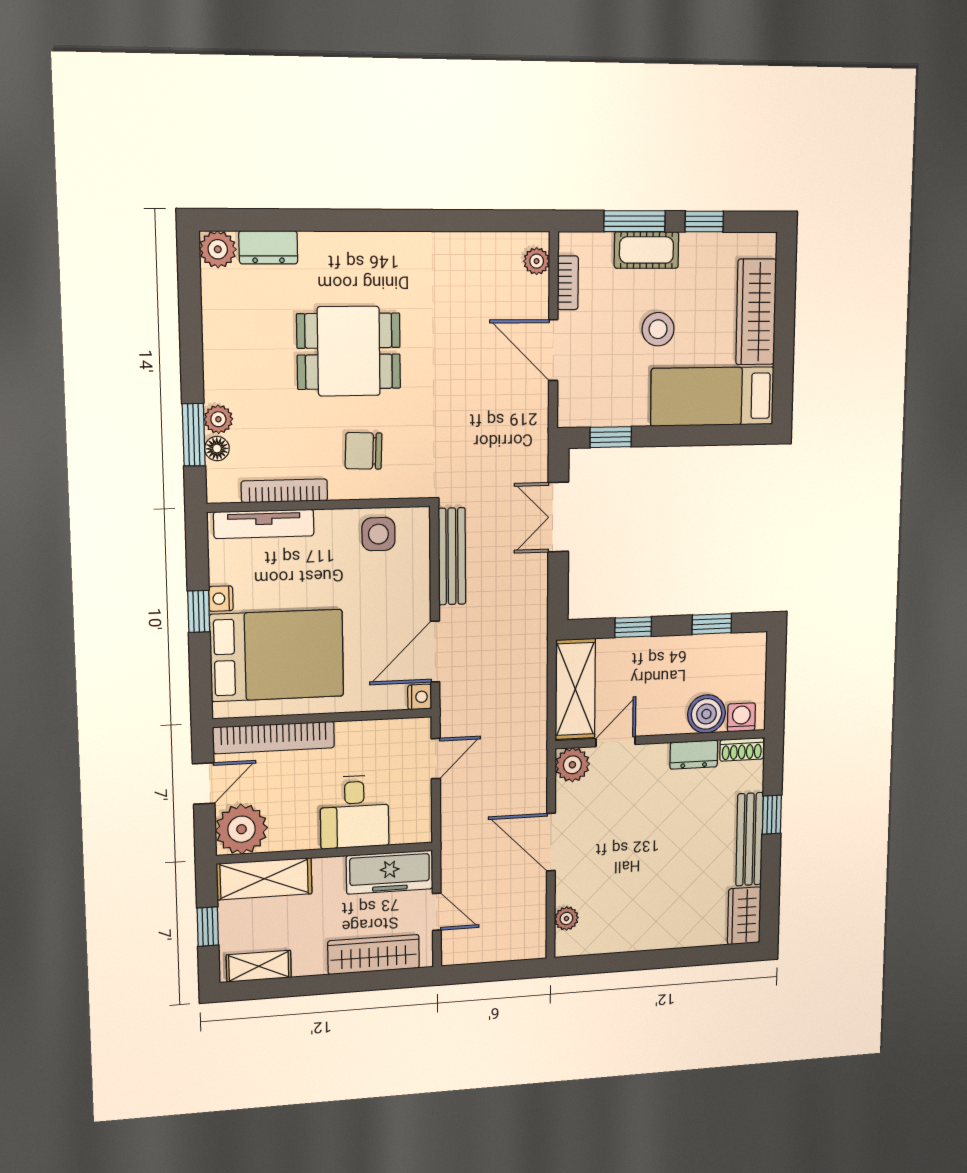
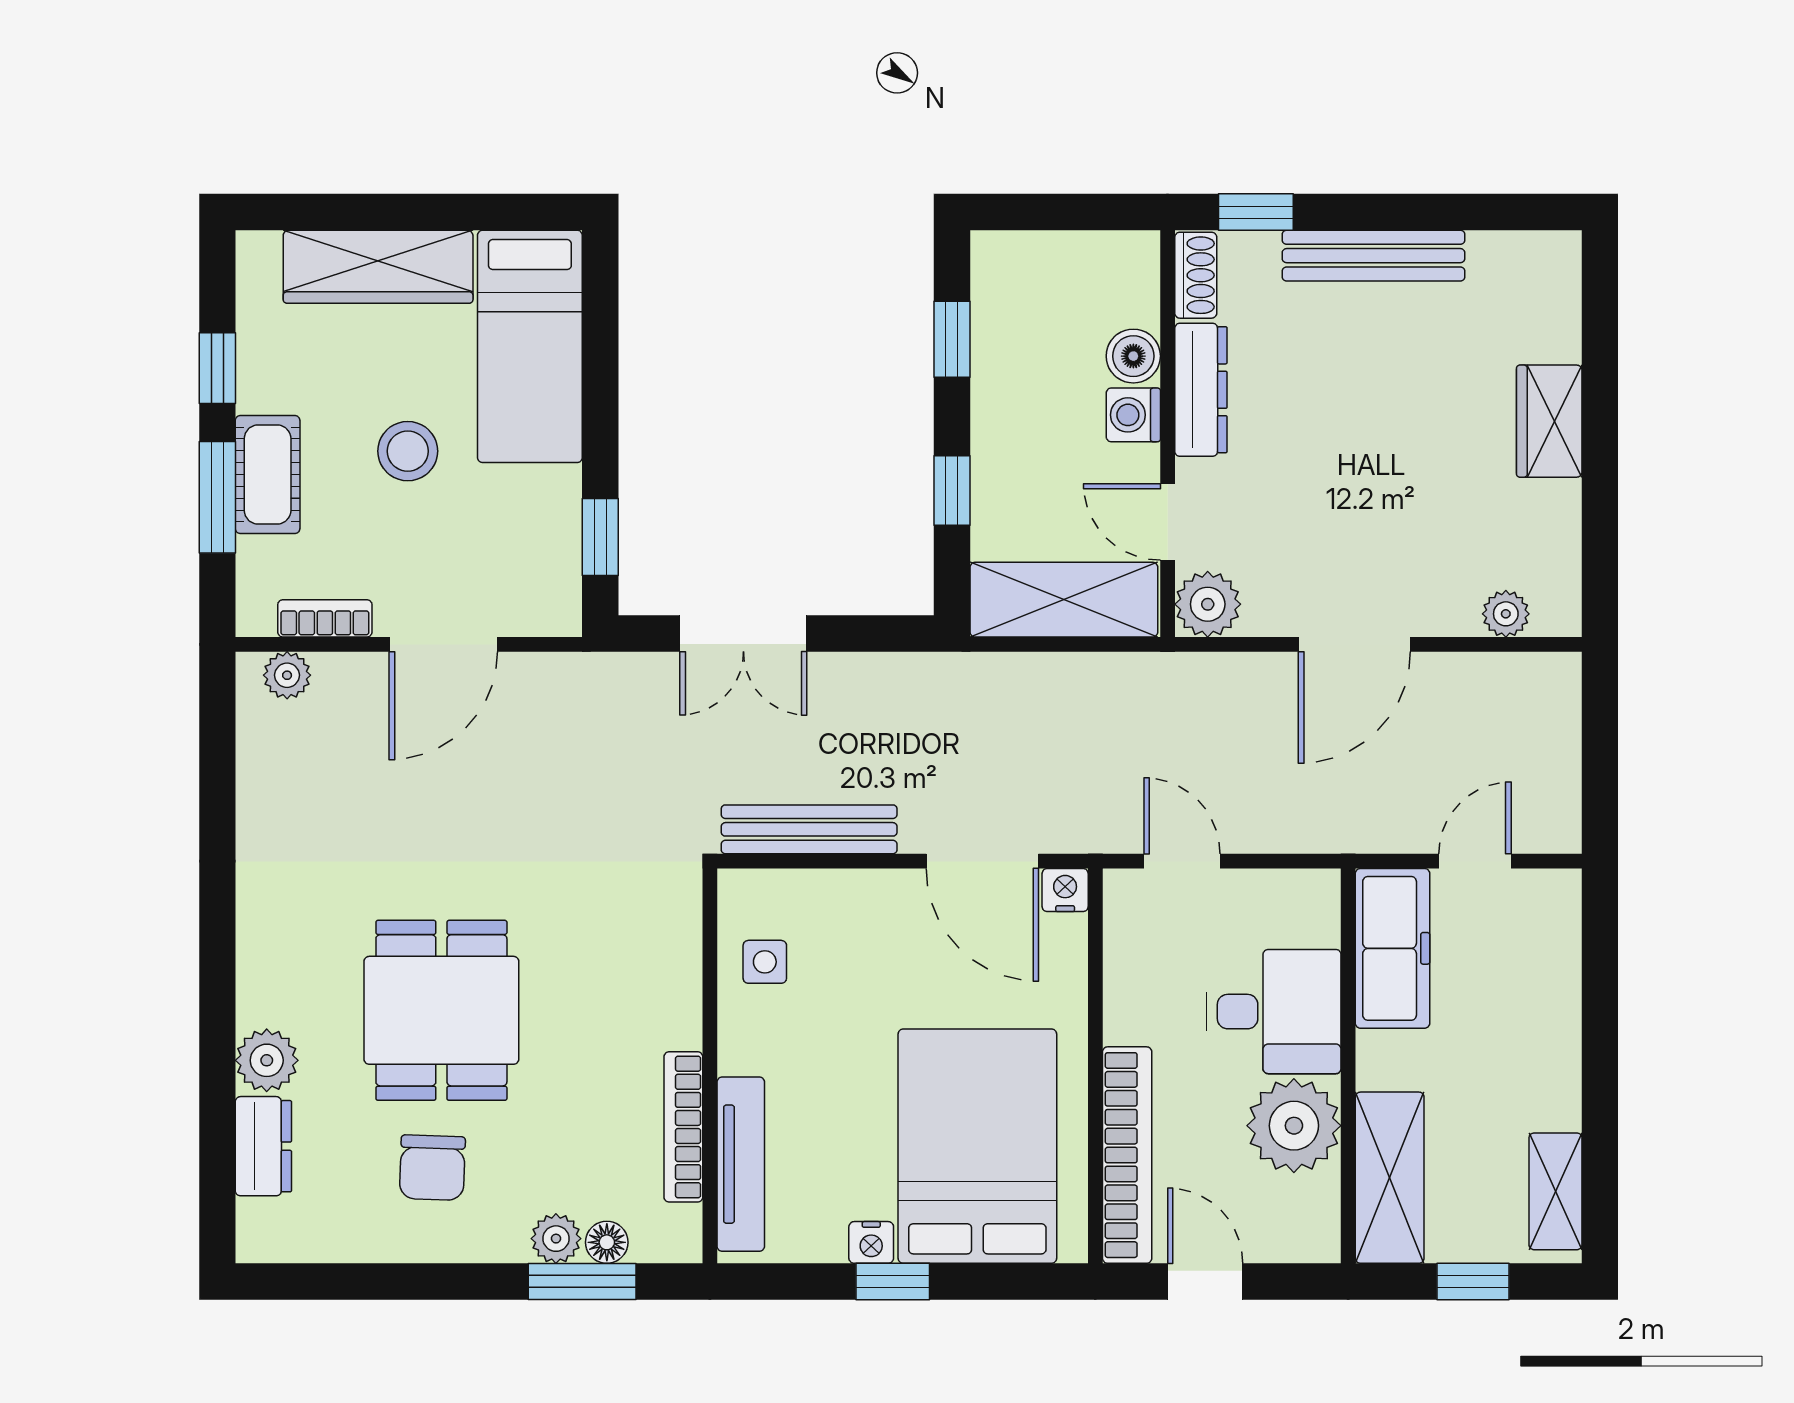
plant: (218, 249) -> (267, 1060), moved
chair: (364, 451) -> (432, 1168), moved
side table: (378, 534) -> (765, 962), width x0.73, depth x0.73
boiler: (706, 714) -> (1133, 356), width x0.73, depth x0.73
washing machine: (741, 717) -> (1133, 415), moved
dresser: (694, 755) -> (1201, 390), width x1.44
window: (772, 815) -> (1256, 212), moved
plant: (242, 829) -> (1294, 1126), moved
wardrobe: (744, 916) -> (1549, 421), moved, turned 90
wardrobe: (374, 954) -> (1549, 980), removed

